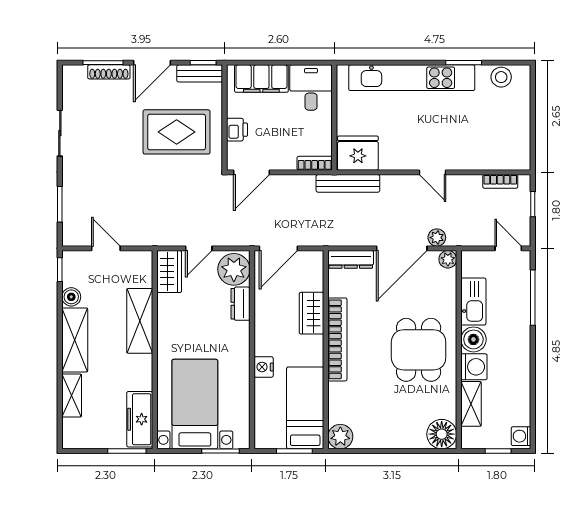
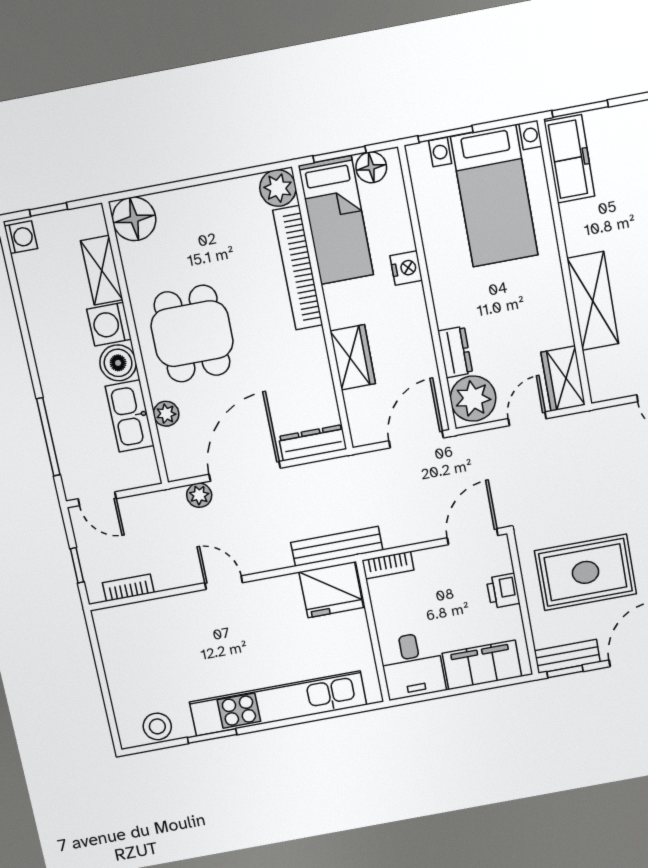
plant: (448, 259) -> (166, 414), moved
bookcase: (337, 339) -> (298, 268), moved
floor lamp: (275, 438) -> (371, 167), added

